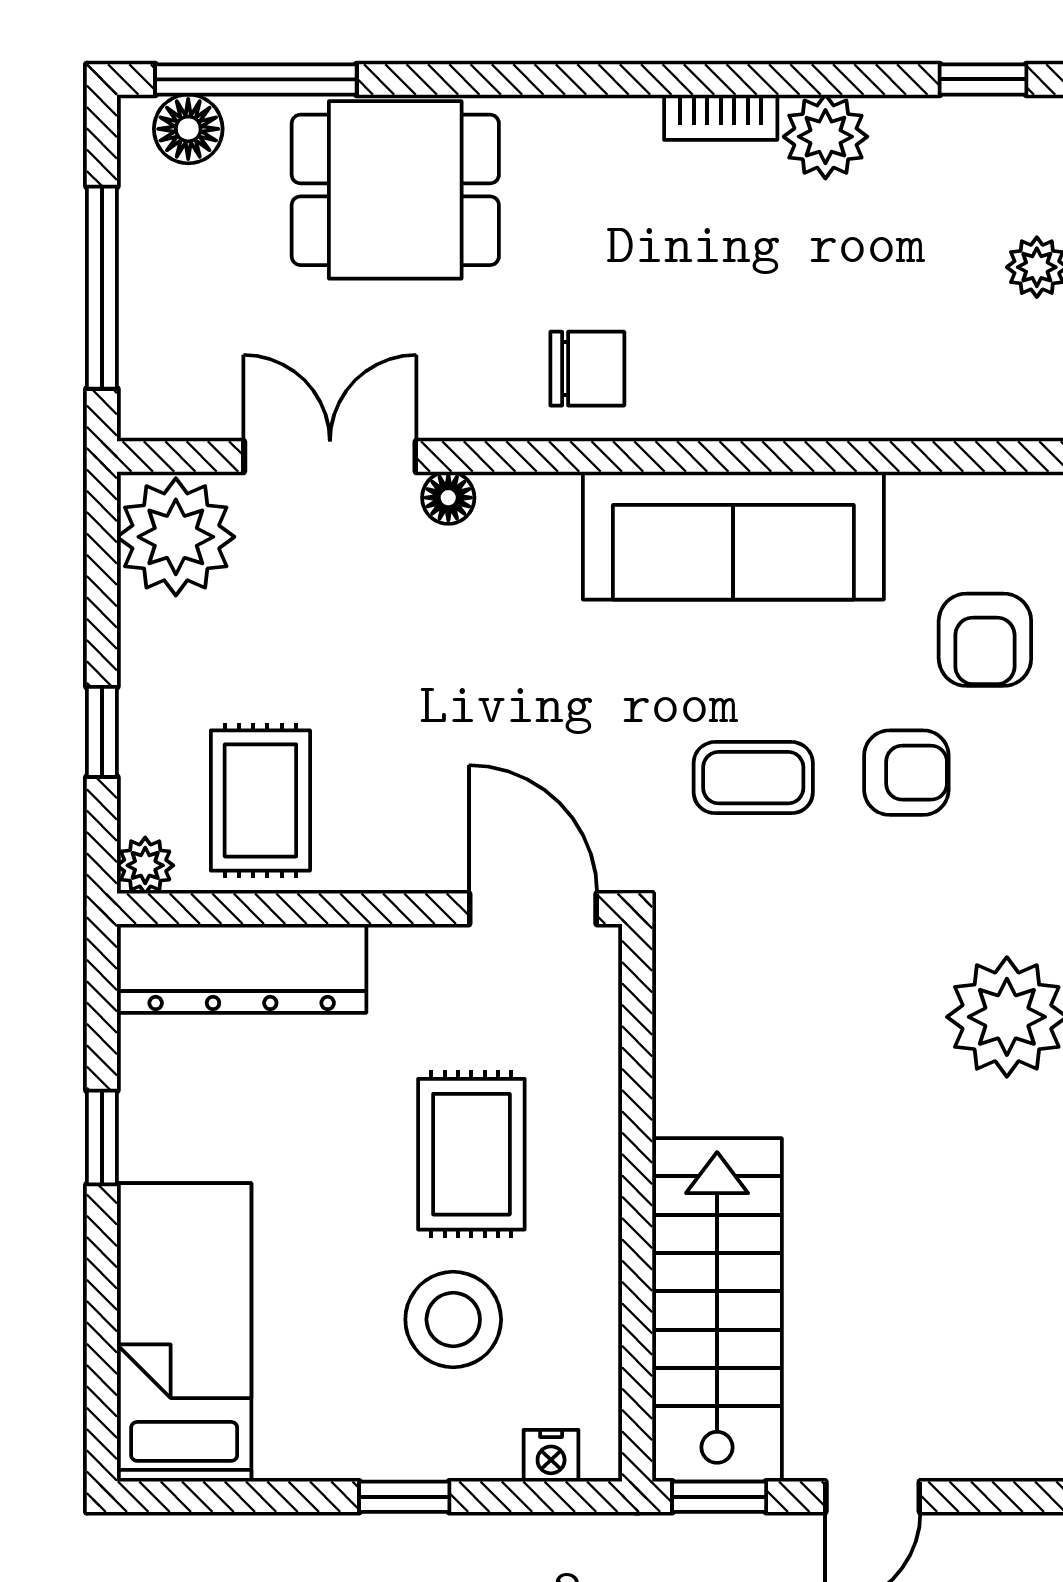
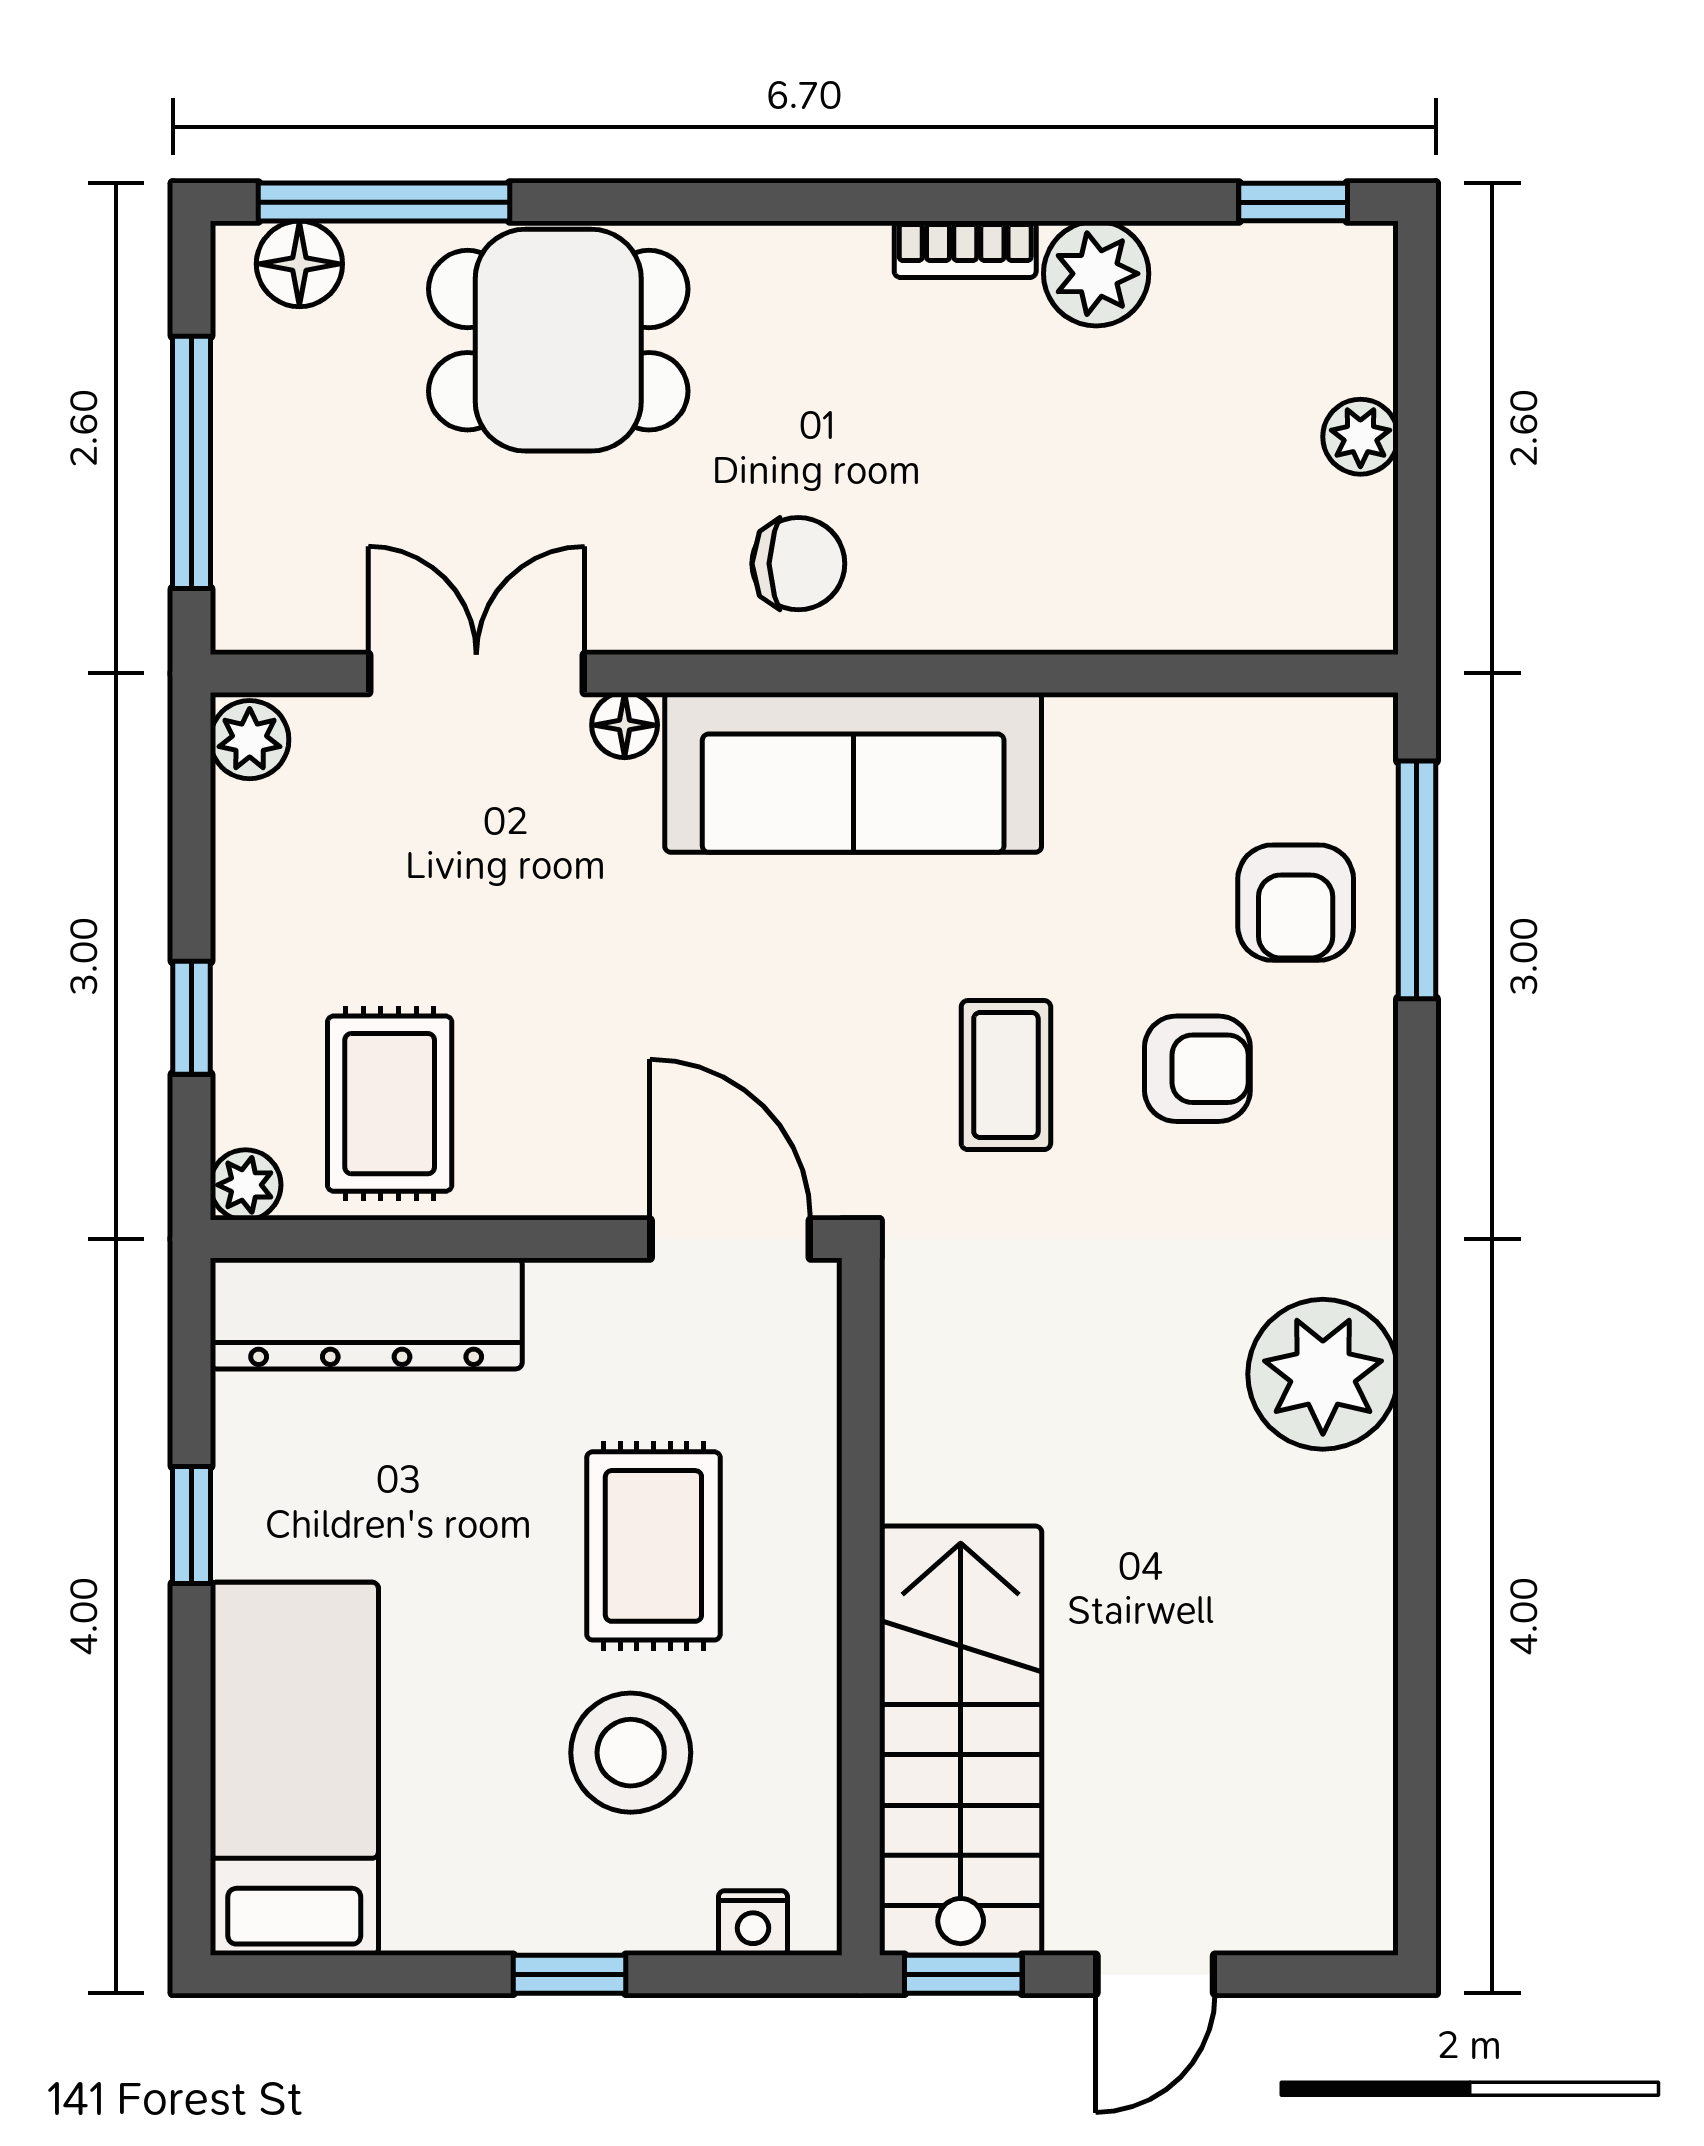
sofa: (733, 536) -> (853, 772), moved
plant: (176, 537) -> (250, 740), width x0.53, depth x0.53
coffee table: (753, 778) -> (1006, 1075), turned 90

